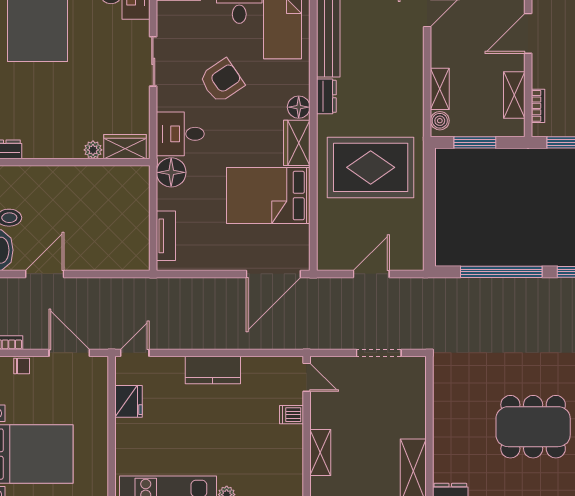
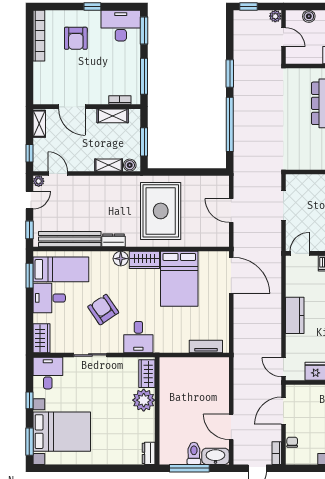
plant: (93, 150) -> (144, 400), width x1.87, depth x1.87
floor lamp: (171, 172) -> (164, 343), removed

